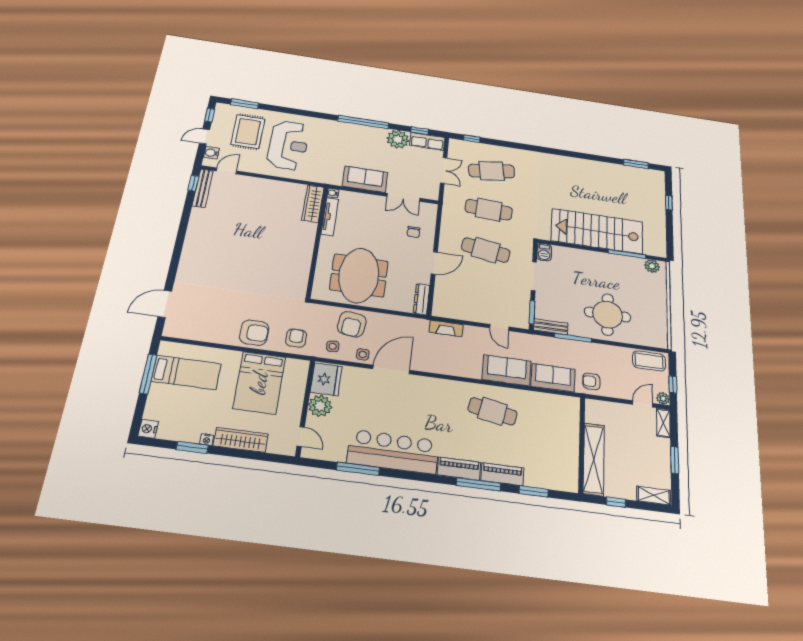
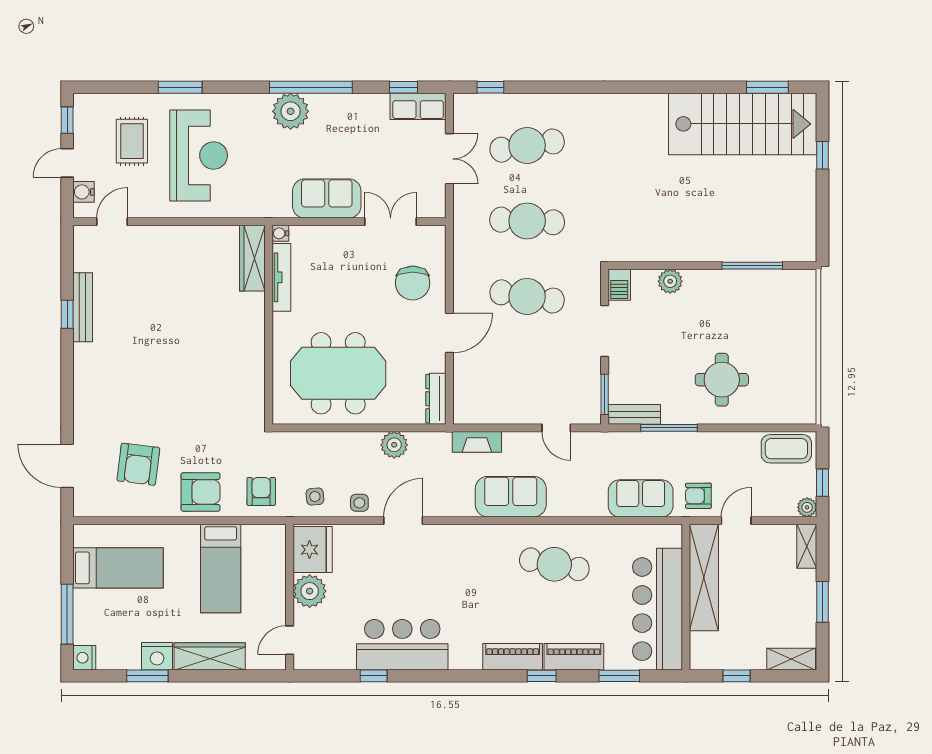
window: (245, 104) -> (180, 87), moved
rug: (248, 132) -> (132, 141), width x0.73, depth x0.70
plant: (398, 139) -> (291, 111), moved
window: (193, 183) -> (67, 314), moved
bench: (203, 188) -> (83, 307), moved
double door: (403, 197) -> (391, 222), swing flipped
stairs: (597, 231) -> (743, 124), moved, turned 180
chair: (414, 232) -> (413, 283), width x1.87, depth x1.87
plant: (652, 266) -> (670, 281), moved
meeting table: (359, 275) -> (338, 373), turned 90
door: (165, 304) -> (67, 466), hinge flipped
round table: (608, 315) -> (722, 380), width x0.73, depth x0.73
plant: (391, 322) -> (394, 445), added
armchair: (352, 324) -> (138, 464), moved
door: (391, 370) -> (403, 521), width x0.73
sofa: (507, 370) -> (511, 497), moved
window: (148, 374) -> (67, 614), moved
bed: (259, 383) -> (221, 568), width x0.67
door: (643, 404) -> (736, 521), moved
door: (301, 436) -> (290, 640), swing flipped
nightstand: (207, 440) -> (157, 656), width x1.89, depth x1.79
bar counter: (562, 450) -> (658, 609), added
bar counter: (393, 452) -> (402, 645), width x0.73
shelving: (594, 459) -> (704, 577), moved
window: (358, 469) -> (374, 676), width x0.46
window: (479, 484) -> (542, 676), width x0.46

